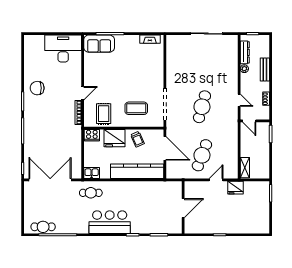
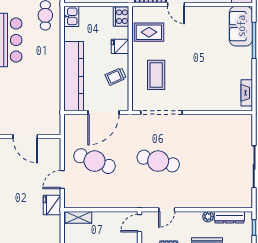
fridge: (115, 138) -> (120, 46), width x0.53, depth x0.75
door: (216, 180) -> (62, 180), swing flipped

